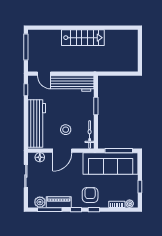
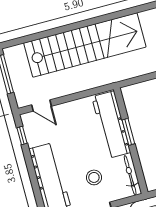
stairs: (83, 38) -> (85, 45), width x1.86, depth x1.51
workbench: (72, 83) -> (111, 125), moved, turned 90

